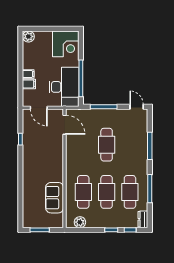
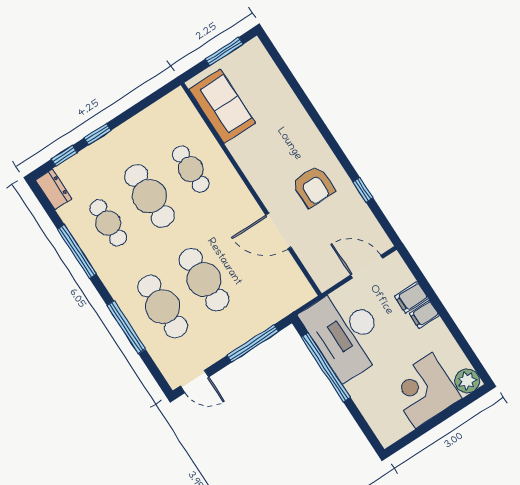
corner desk: (66, 44) -> (424, 390), moved
door: (65, 125) -> (278, 231), moved
cafe table: (130, 145) -> (163, 307), added
armchair: (39, 153) -> (313, 186), added
cafe table: (83, 192) -> (191, 169), width x0.73, depth x0.74
cafe table: (130, 192) -> (108, 223), width x0.73, depth x0.74
sofa: (55, 198) -> (222, 106), moved
plant: (80, 222) -> (162, 112), removed

